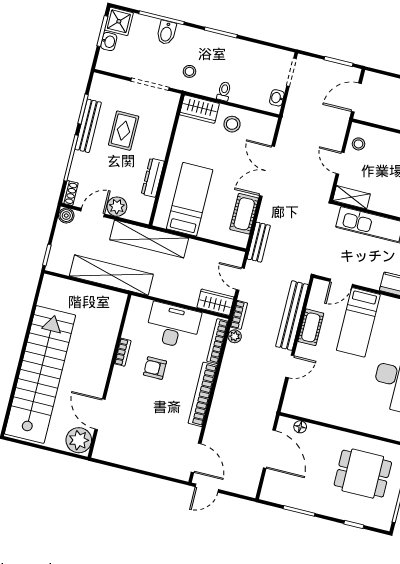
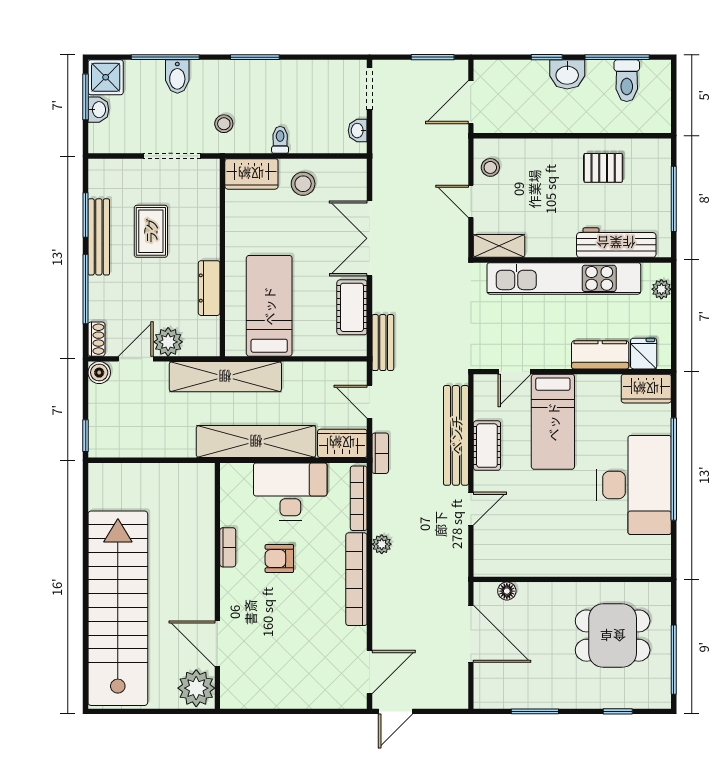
shelving: (111, 275) -> (256, 442), moved
plant: (235, 336) -> (382, 544), moved
door: (196, 458) -> (370, 672), hinge flipped

